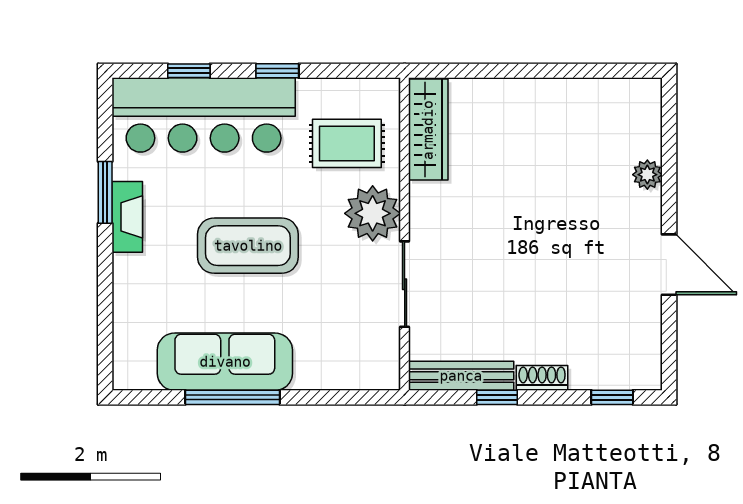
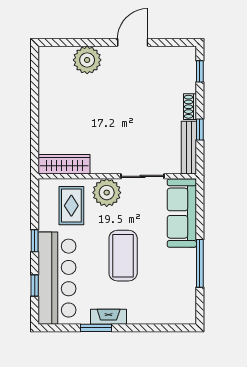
plant: (647, 175) -> (87, 60), width x1.87, depth x1.87
sofa: (225, 362) -> (182, 213), moved

